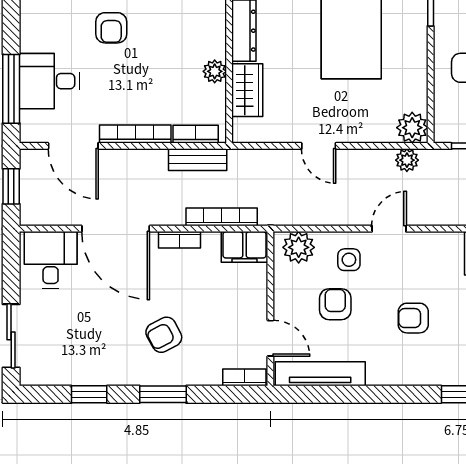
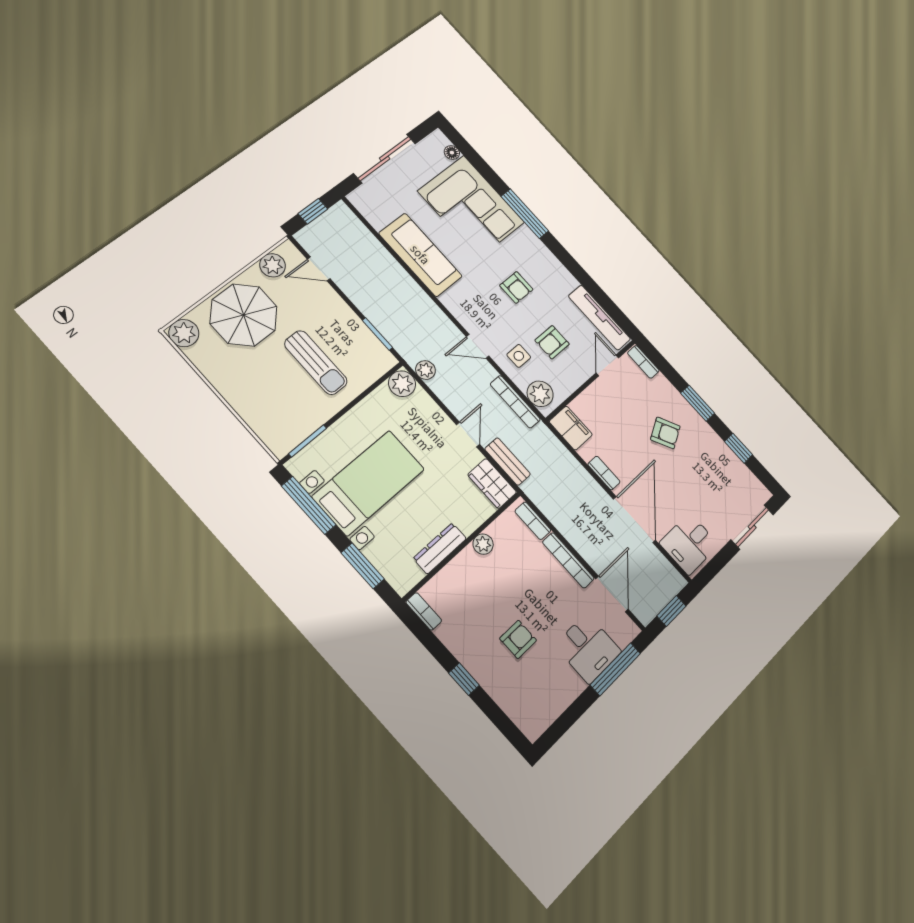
wardrobe: (247, 90) -> (492, 483), moved, turned -90
bench: (198, 160) -> (508, 462), moved
bookcase: (222, 217) -> (515, 402), moved

